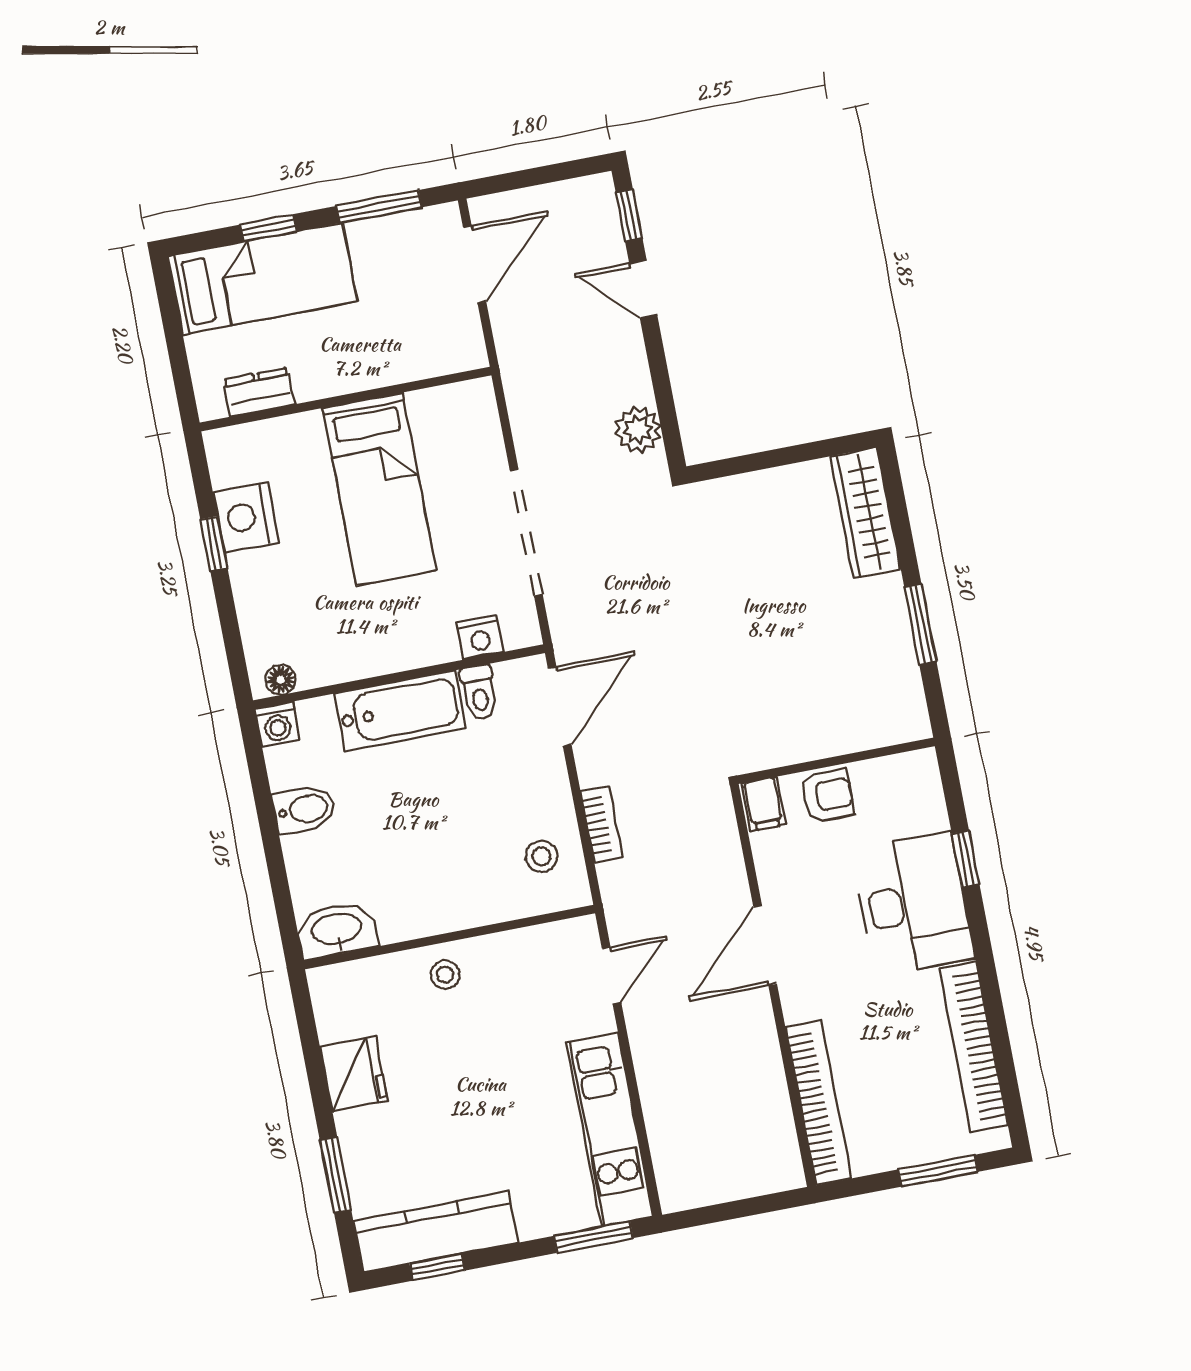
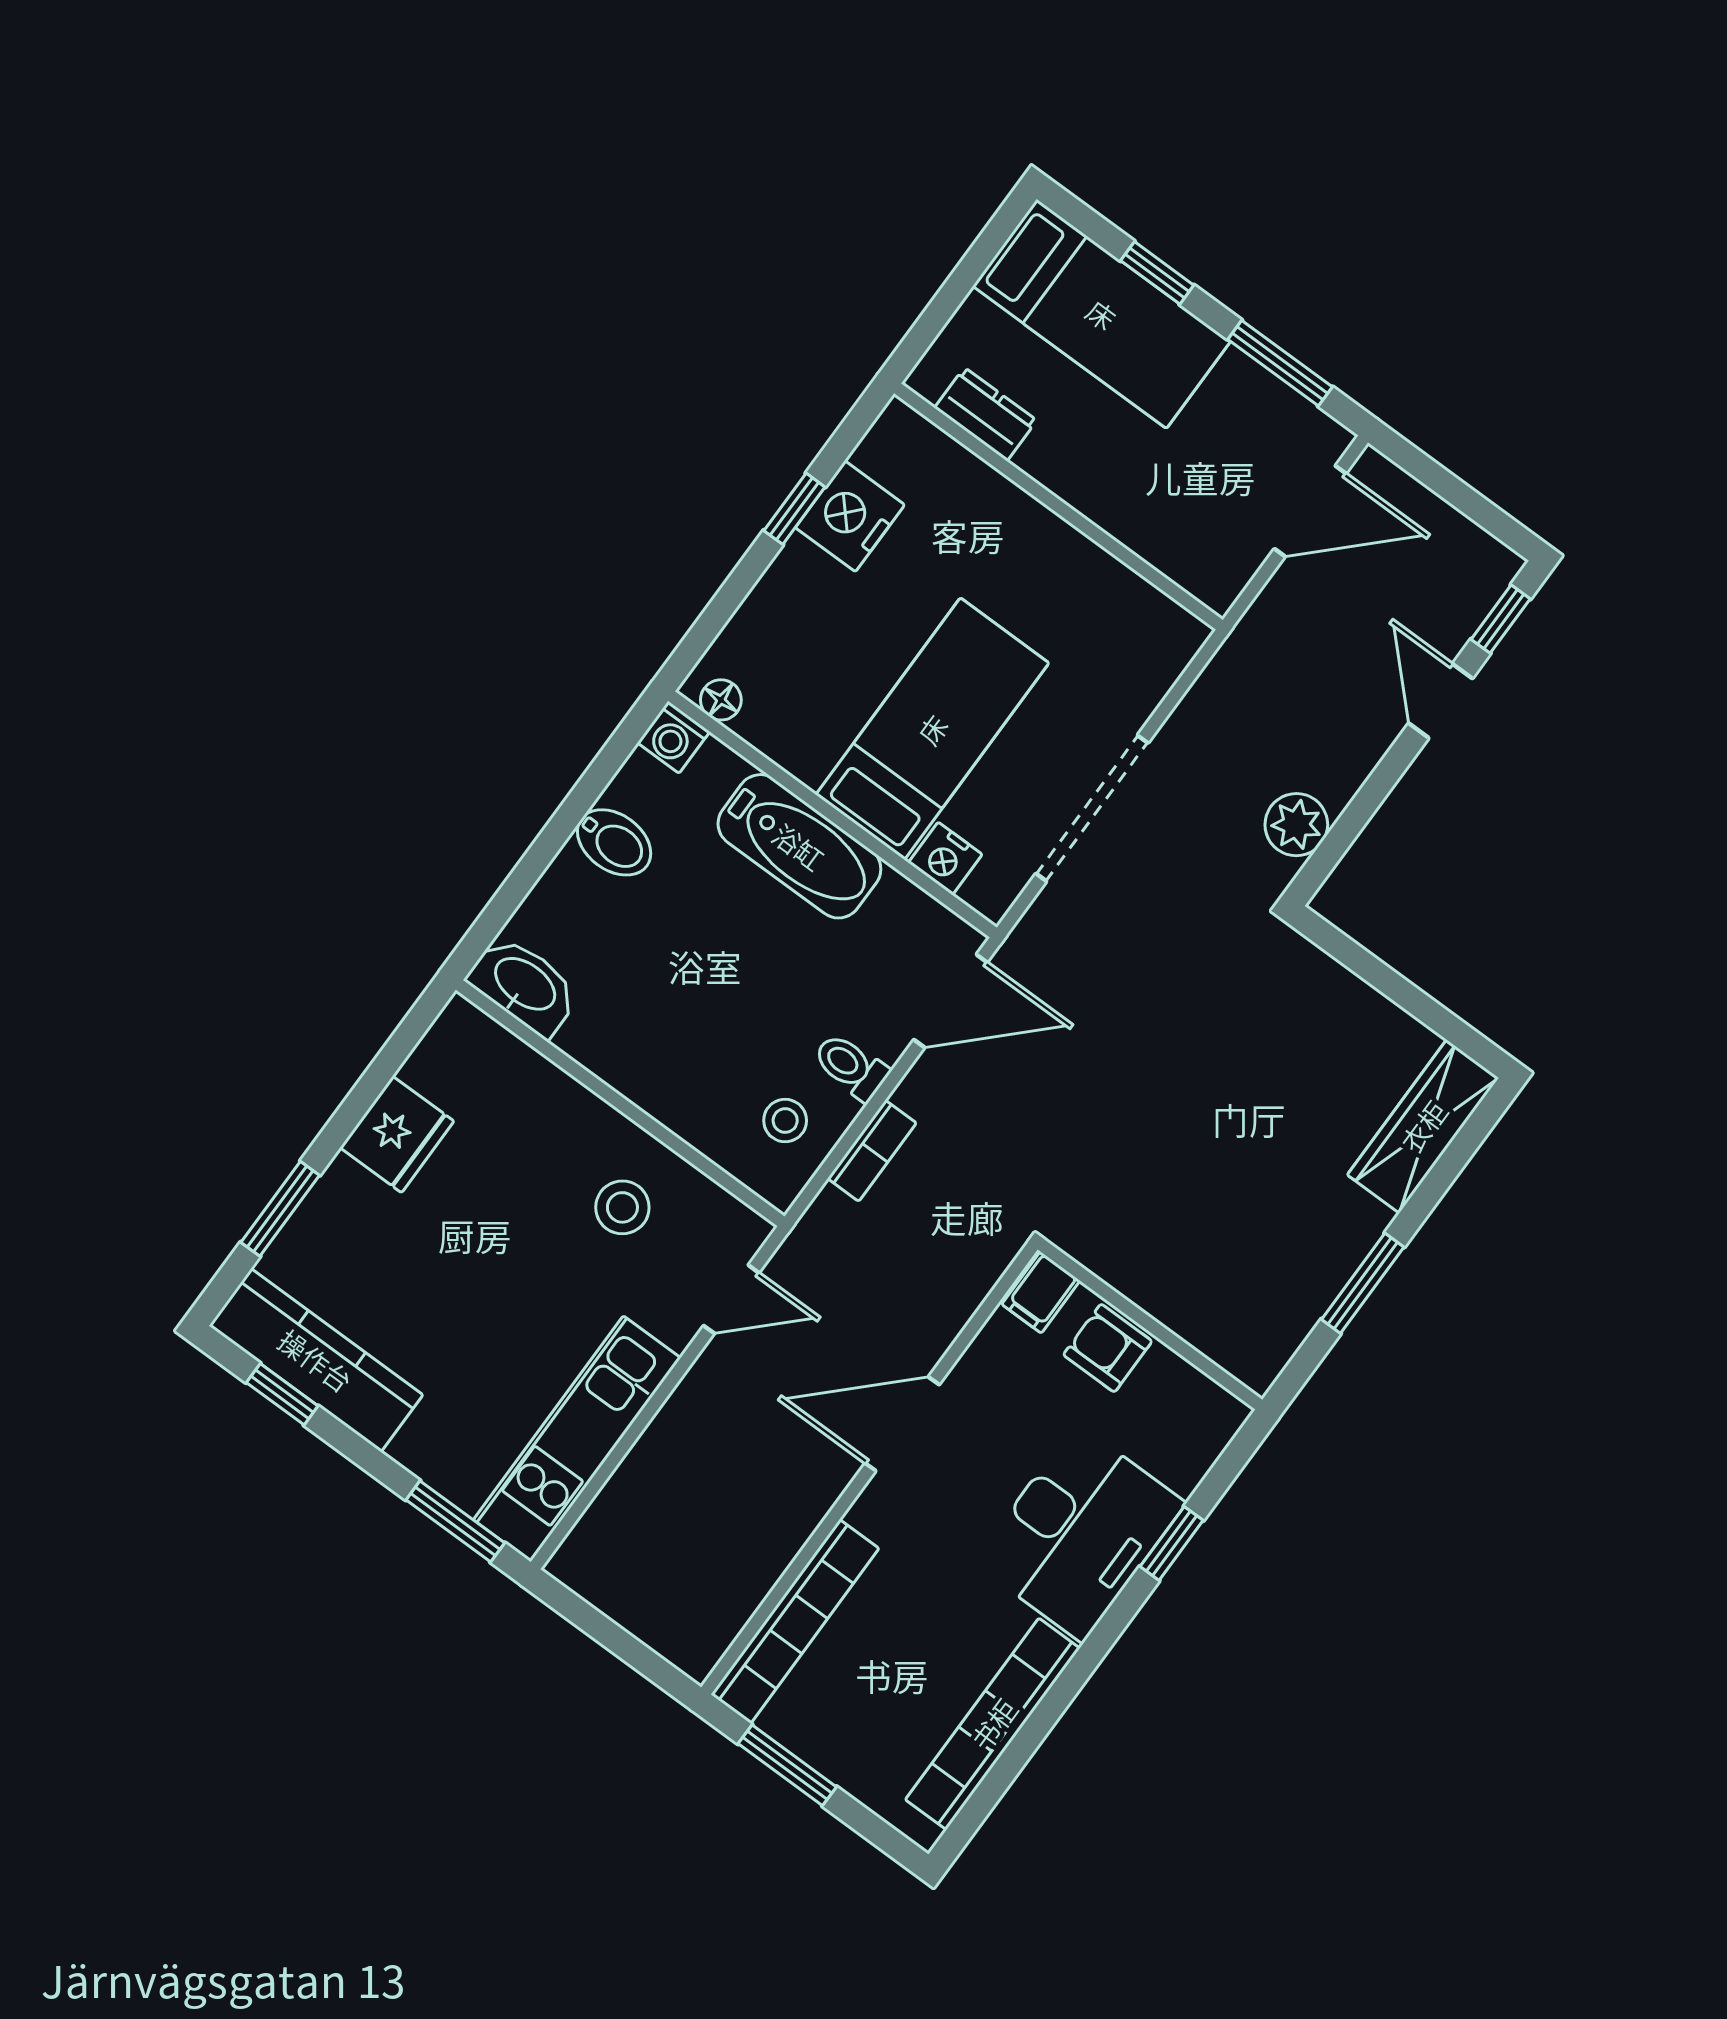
bed: (379, 489) -> (932, 729), moved, turned 180
toilet: (479, 692) -> (851, 1067), moved, turned 90
armchair: (827, 795) -> (1108, 1348), turned 180
stool: (445, 975) -> (622, 1207), moved, width x1.37, depth x1.37
window: (938, 1171) -> (787, 1765), moved

